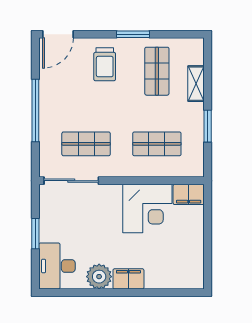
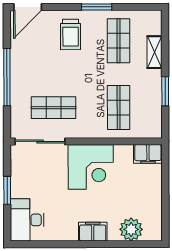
shop shelf: (157, 144) -> (119, 108), turned 90
corner desk: (147, 209) -> (91, 167), moved
plant: (99, 277) -> (131, 229), moved

